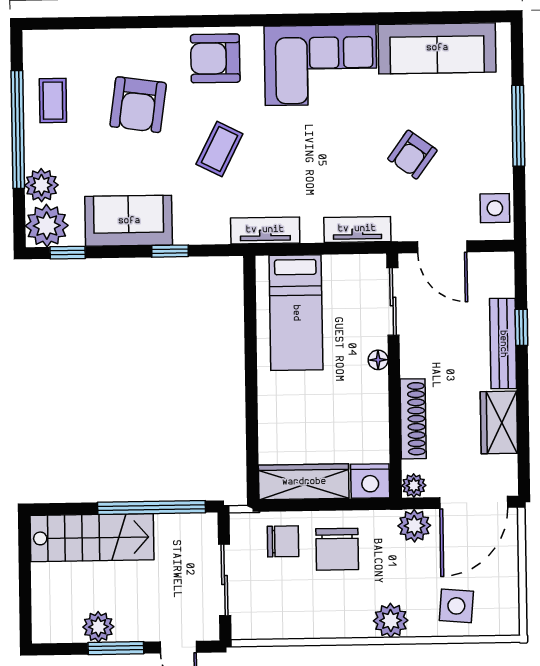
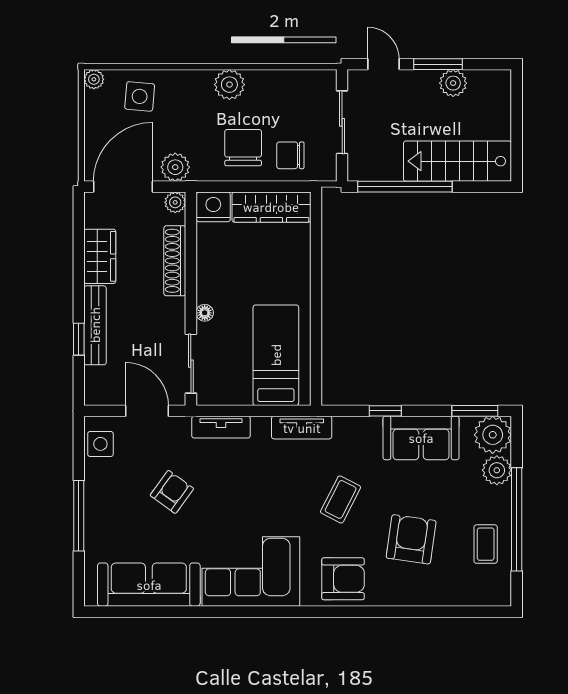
window: (68, 253) -> (475, 411), width x1.50
plant: (391, 621) -> (229, 85), moved
plant: (509, 625) -> (94, 79), added

